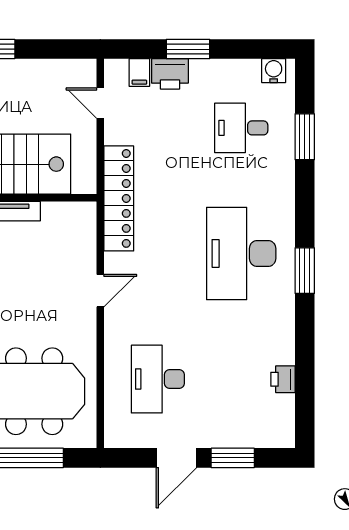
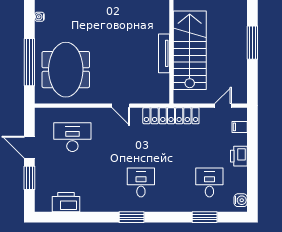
window: (188, 49) -> (252, 154), removed
printer: (170, 74) -> (239, 156), moved
desk: (241, 253) -> (141, 183), width x0.53, depth x0.77
printer: (283, 379) -> (66, 202), width x1.87, depth x1.48

